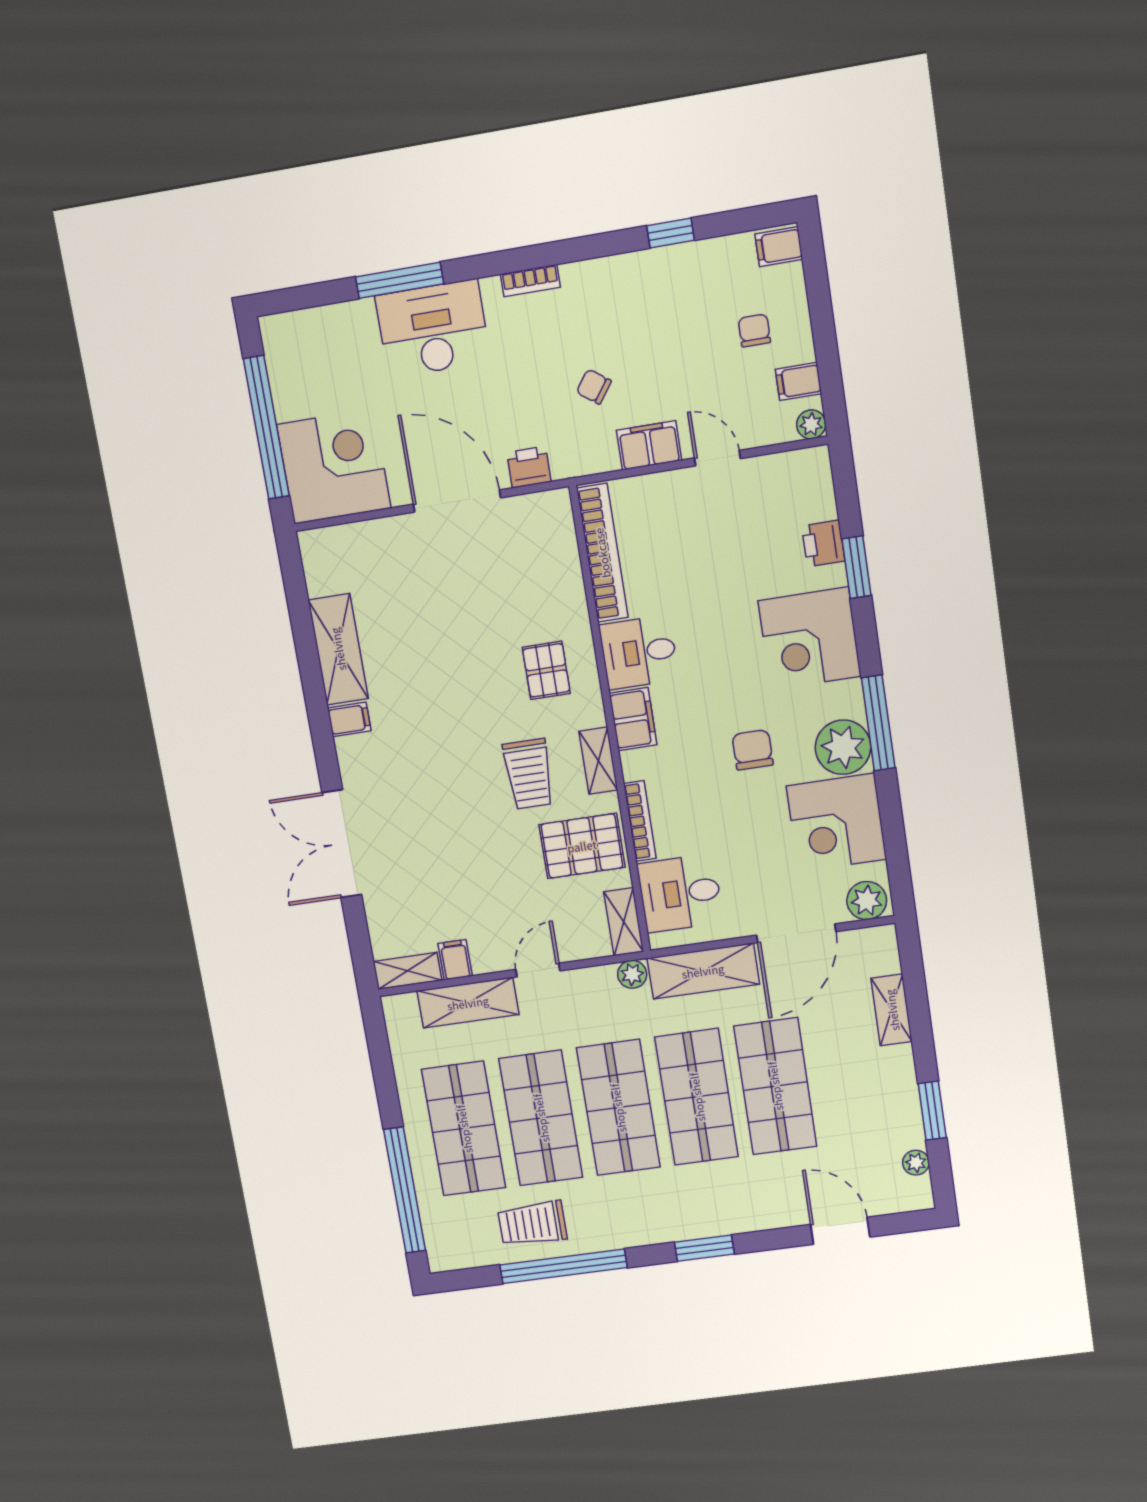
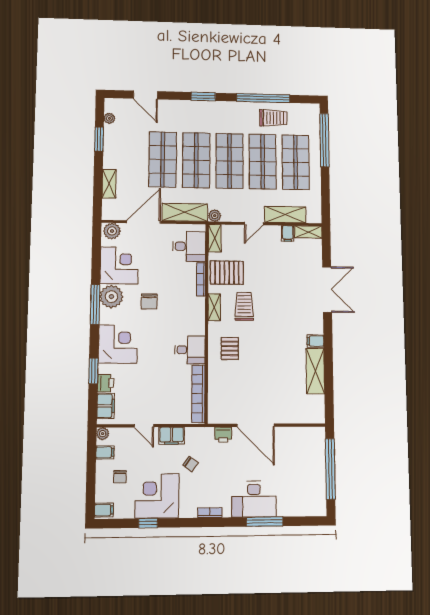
corner desk: (334, 466) -> (157, 496), moved, turned 90
filing cabinet: (633, 719) -> (106, 406), moved, turned 180

